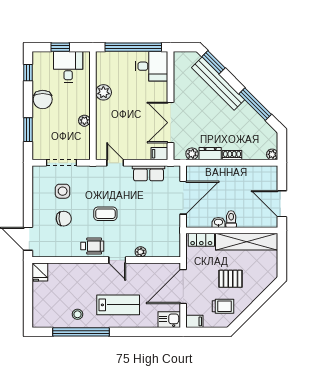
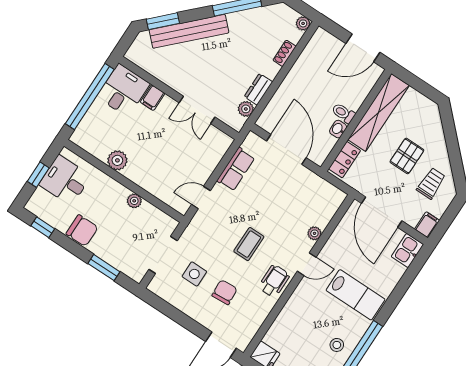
double door: (170, 123) -> (197, 110), width x0.73
filing cabinet: (159, 154) -> (153, 98), moved
shoe rack: (232, 155) -> (285, 53), moved
lab bench: (118, 305) -> (356, 295), turned 90

